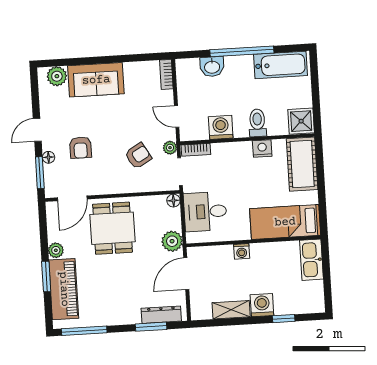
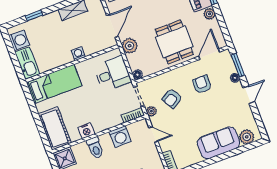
armchair: (81, 148) -> (202, 84), moved
washing machine: (262, 305) -> (19, 40), moved, turned -90

